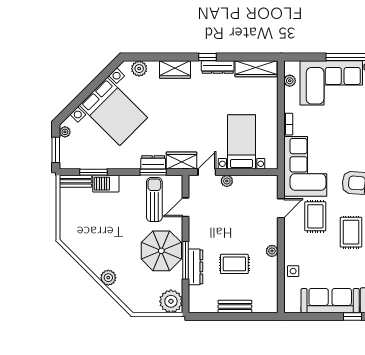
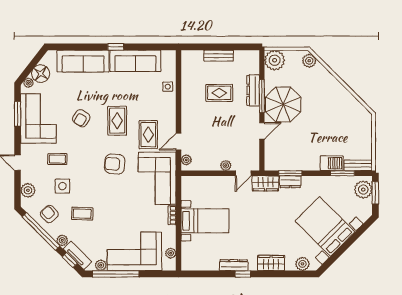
wardrobe: (256, 69) -> (200, 264), removed
plant: (65, 132) -> (363, 190), moved, width x1.87, depth x1.87
bed with nightstands: (242, 142) -> (205, 221), moved, turned -90
sun lounger: (154, 200) -> (289, 149), removed
door: (186, 207) -> (262, 131), moved
plant: (272, 251) -> (186, 160), moved
plant: (108, 278) -> (309, 61), moved

